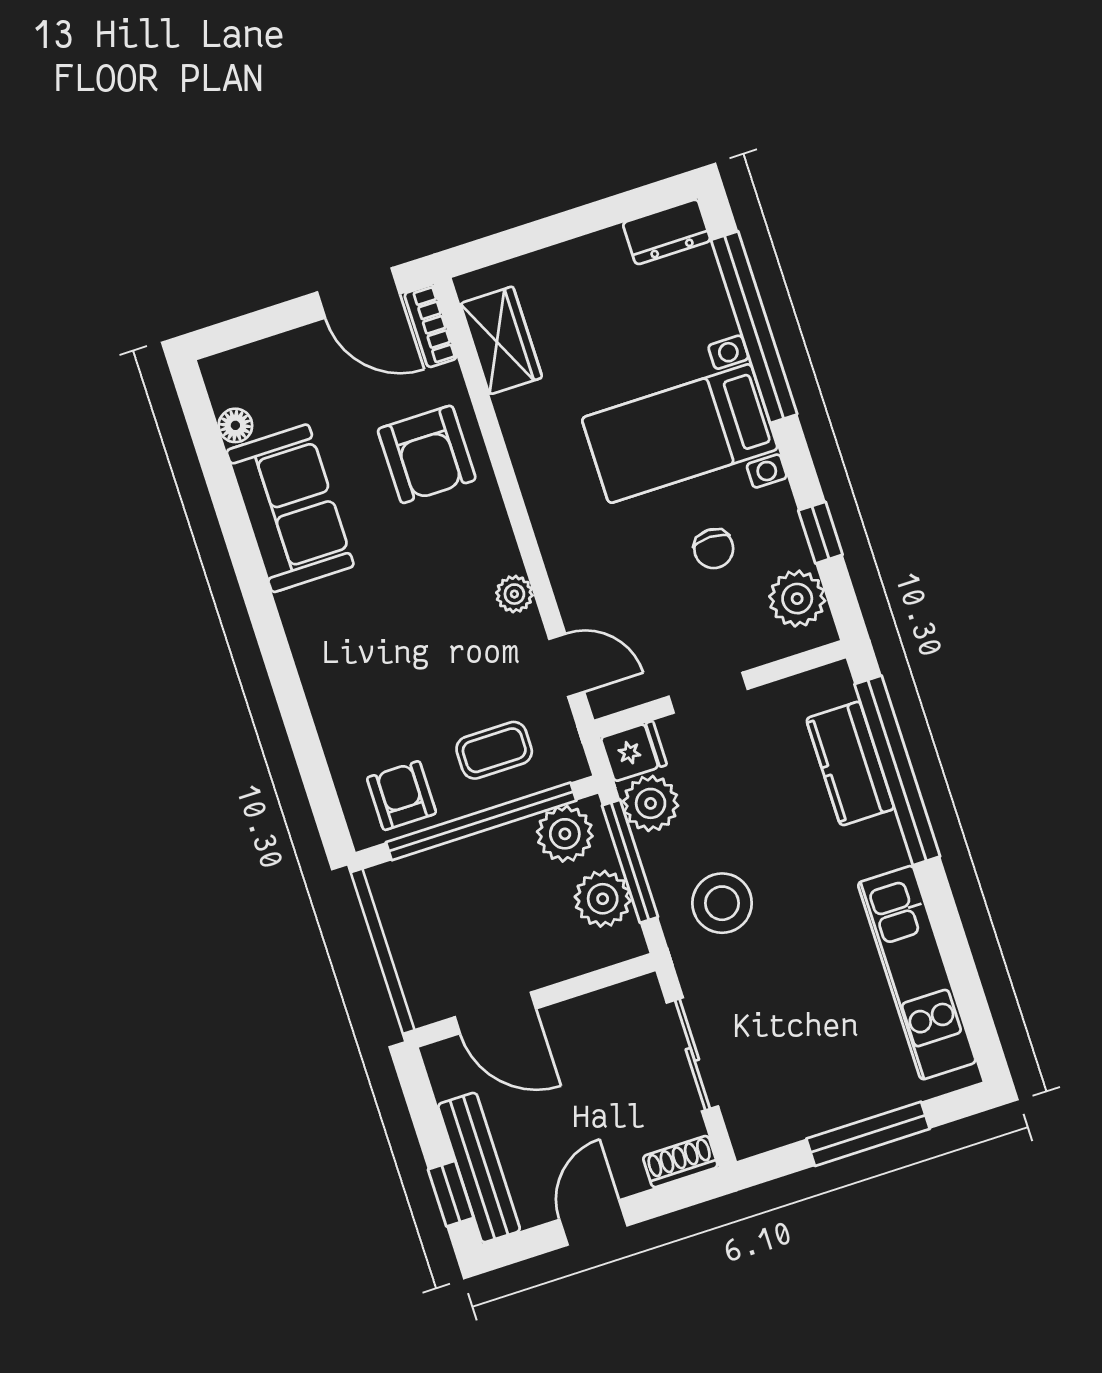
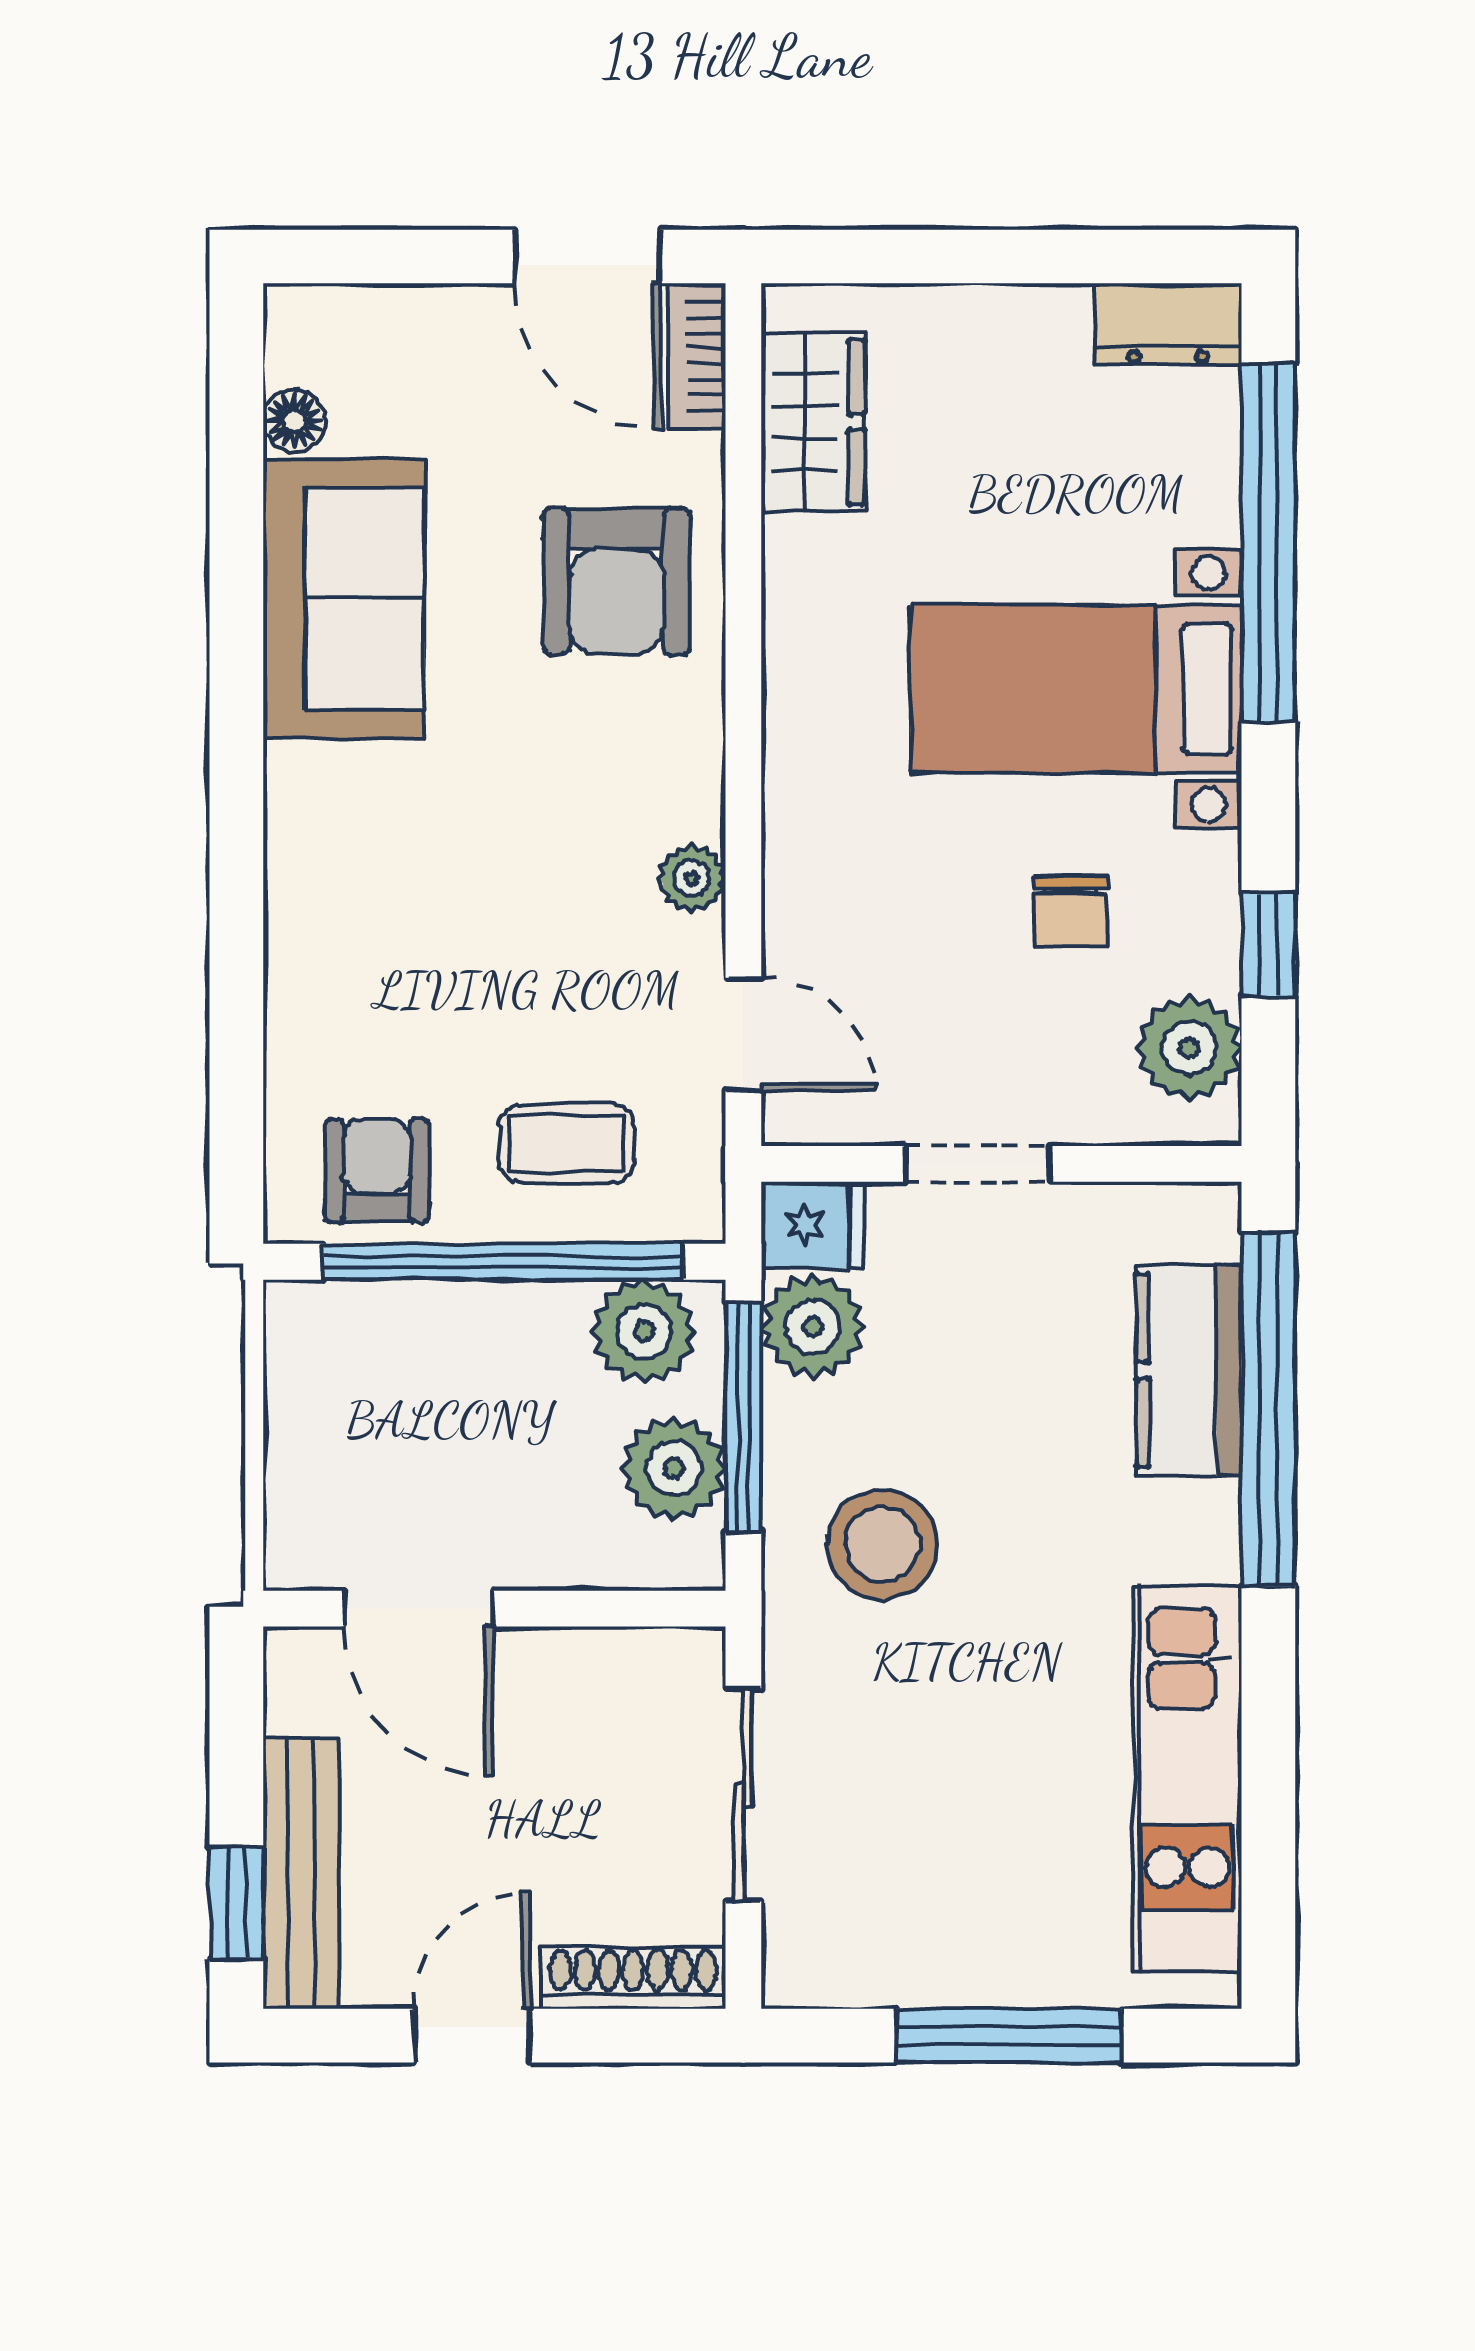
shoe rack: (680, 1162) -> (633, 1978), width x1.43

